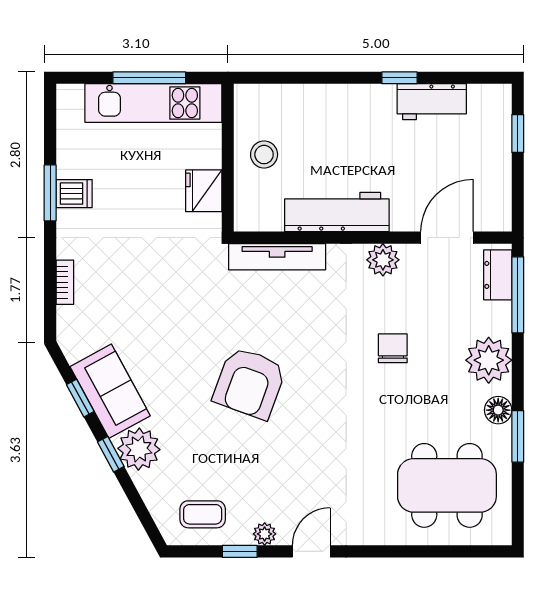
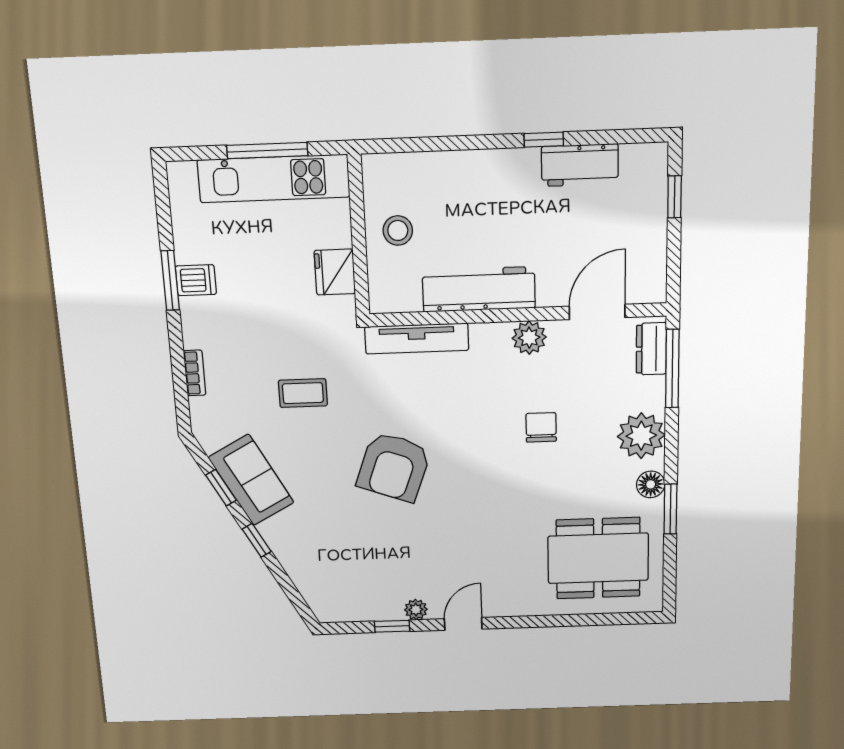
plant: (139, 449) -> (285, 535), removed
coffee table: (203, 514) -> (303, 393), moved

